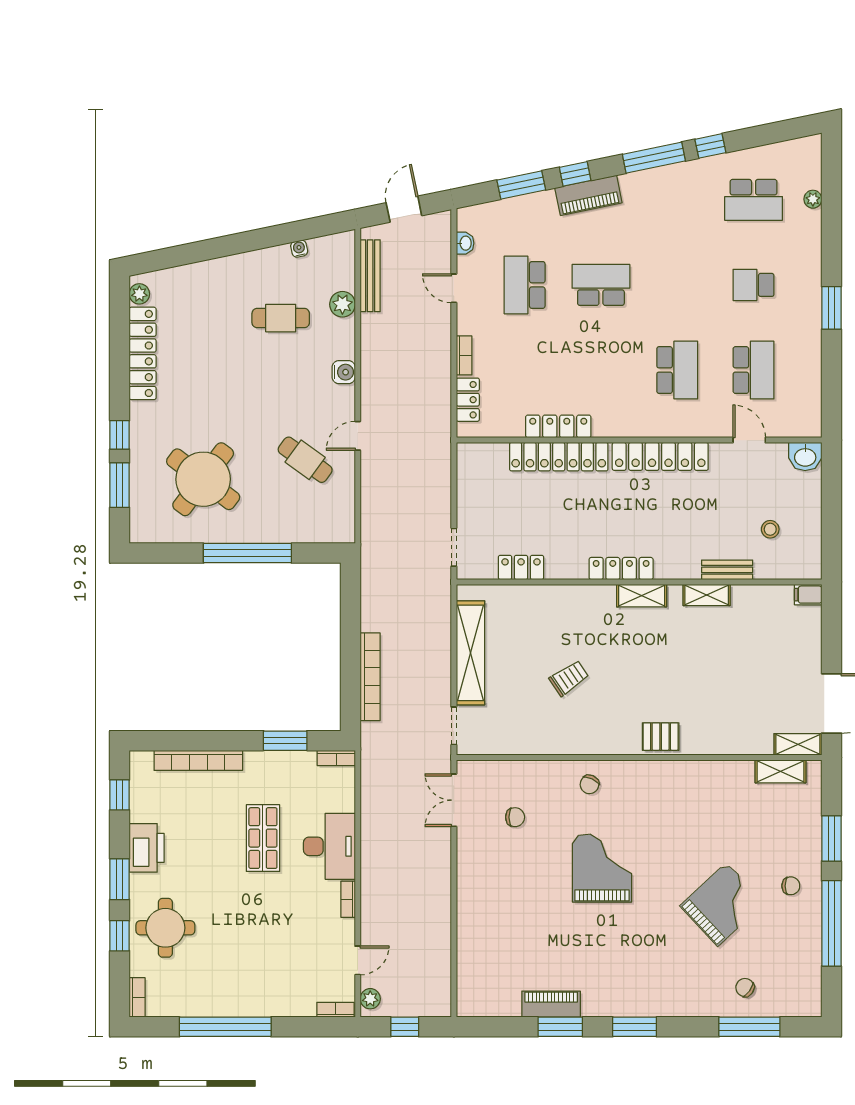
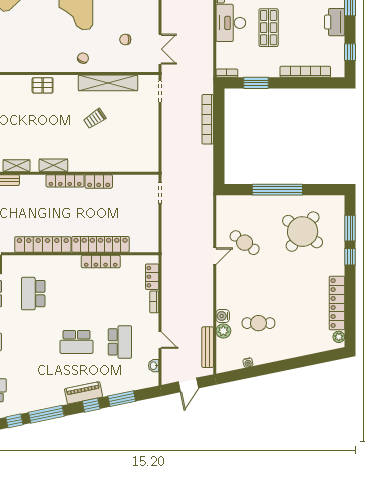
water cooler: (344, 372) -> (223, 316), moved
locker: (521, 567) -> (99, 181), moved
shelving: (470, 653) -> (108, 83), moved, turned 90

